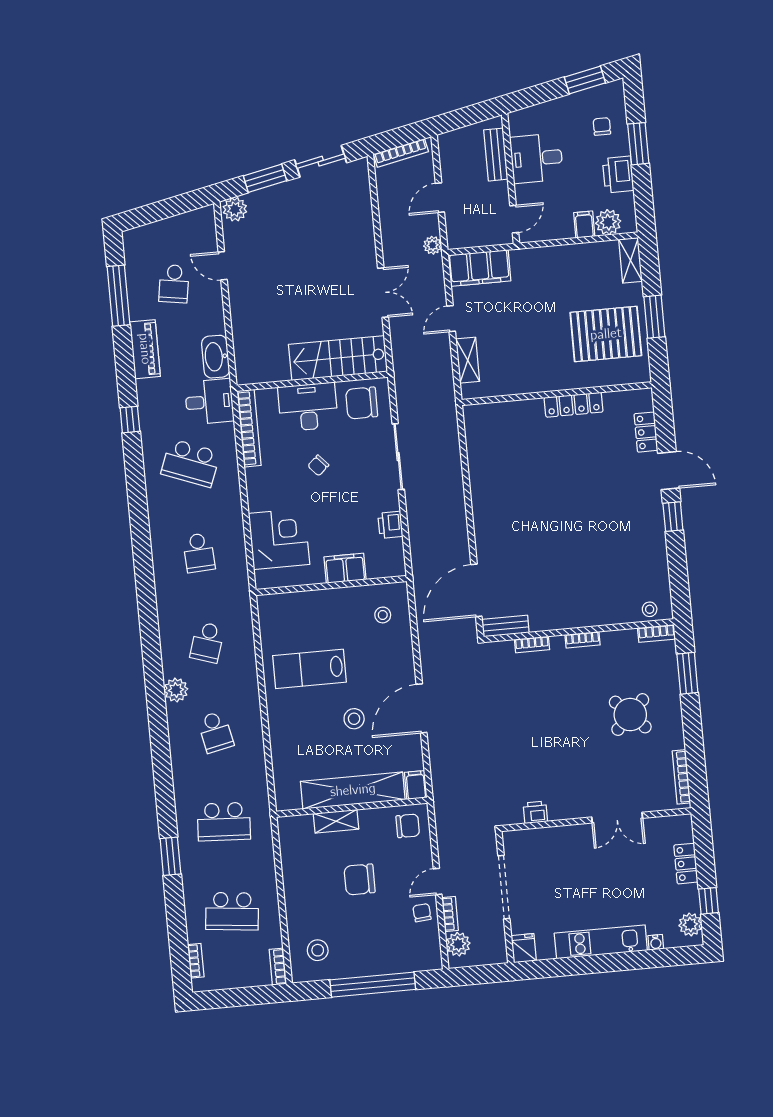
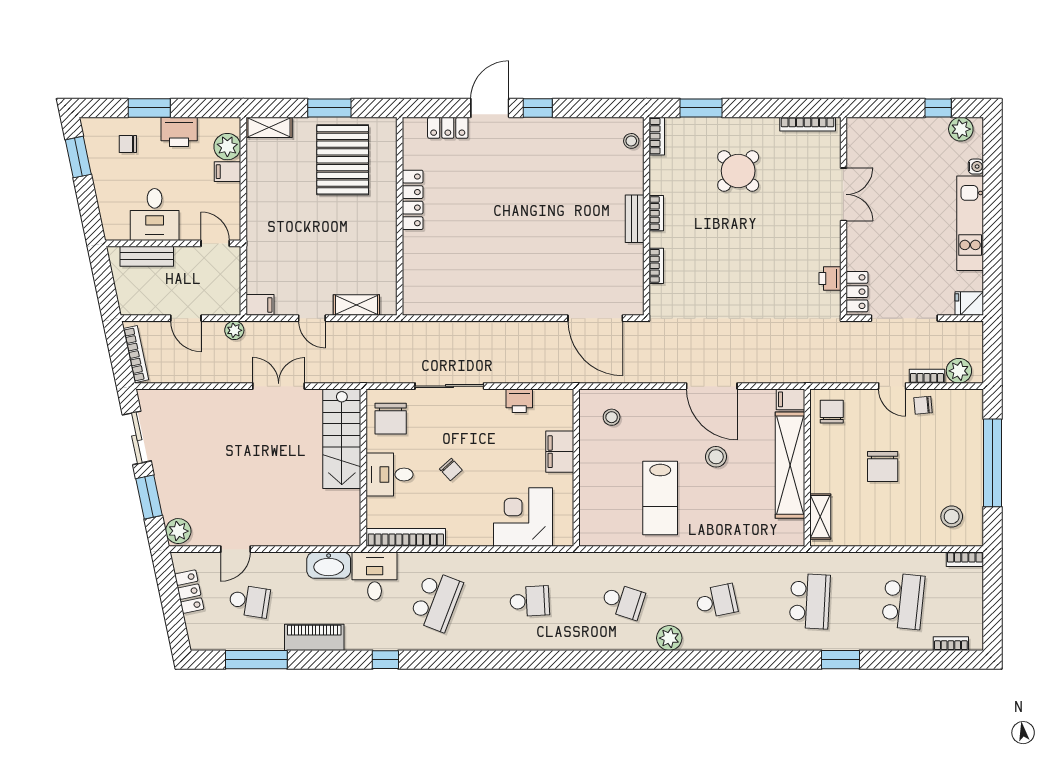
locker: (178, 225) -> (189, 592), added
filing cabinet: (479, 268) -> (260, 305), width x0.33, depth x0.86
desk: (308, 407) -> (390, 475), width x0.73
bench: (505, 626) -> (635, 219), moved
shelving: (336, 821) -> (820, 517), moved
locker: (686, 864) -> (857, 292), moved, turned -90

